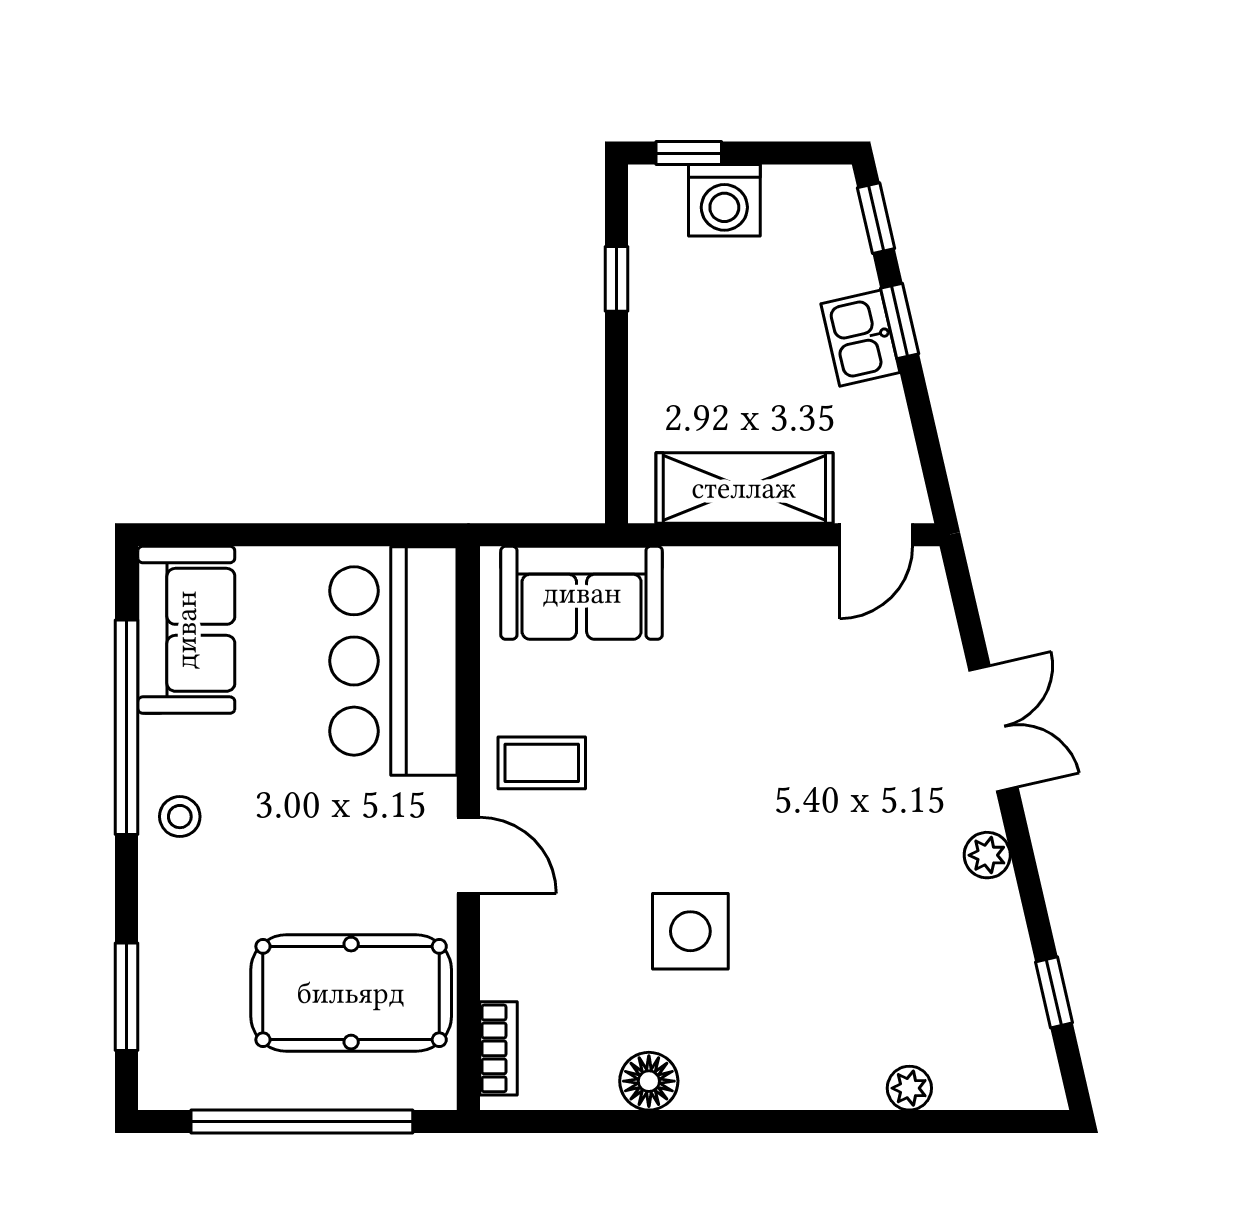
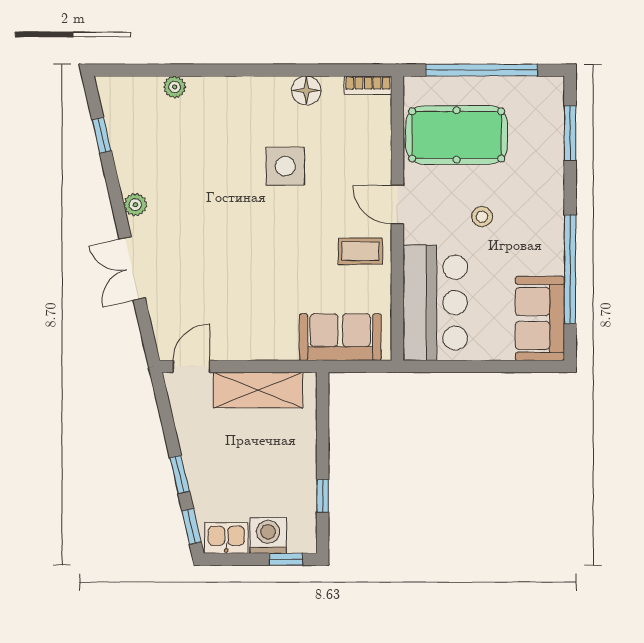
kitchen sink: (860, 338) -> (226, 538), moved, turned -77
stool: (180, 817) -> (482, 217), moved
bookcase: (498, 1048) -> (368, 85), moved, turned -90

